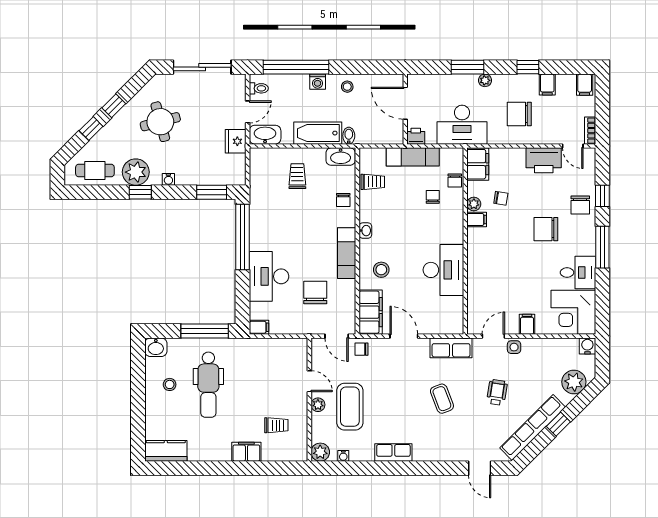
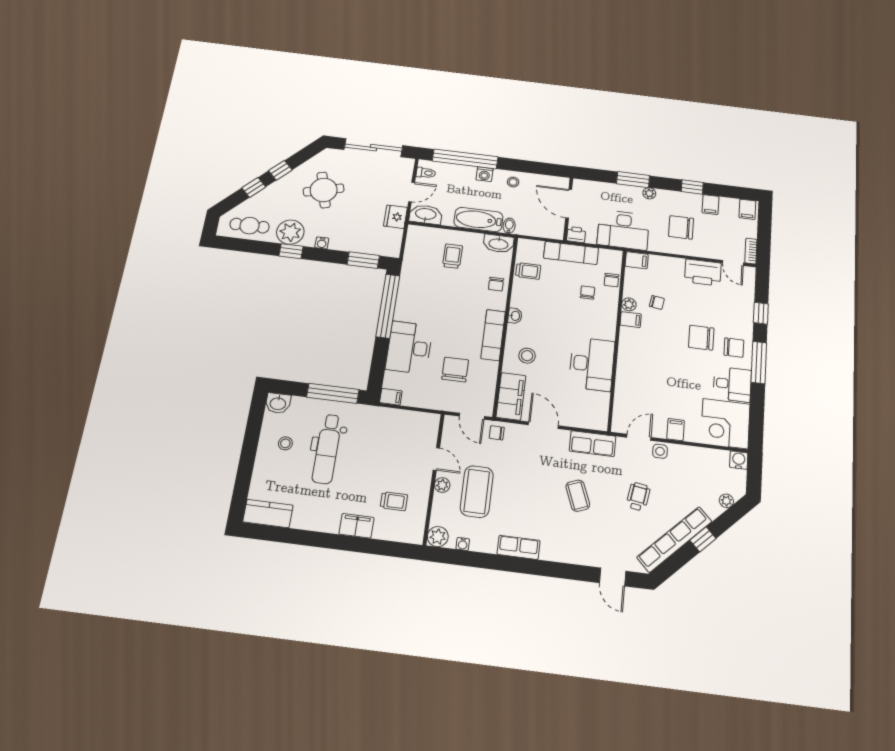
filing cabinet: (478, 164) -> (637, 260), width x0.50
chair: (580, 205) -> (734, 348), moved, turned -90
plant: (574, 382) -> (726, 501), width x0.53, depth x0.53

